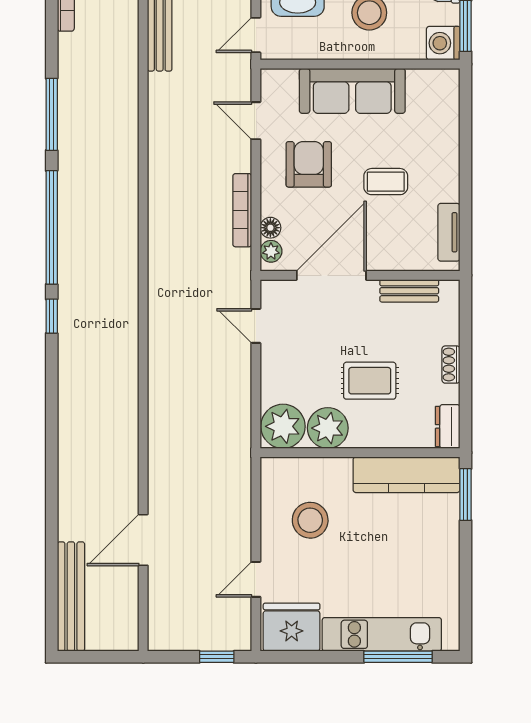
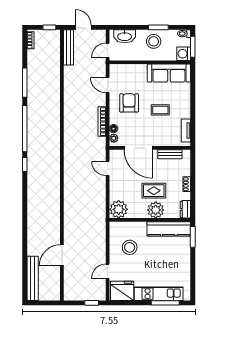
sofa: (352, 91) -> (169, 73), moved
door: (331, 275) -> (138, 148), swing flipped
plant: (328, 428) -> (156, 210), moved

